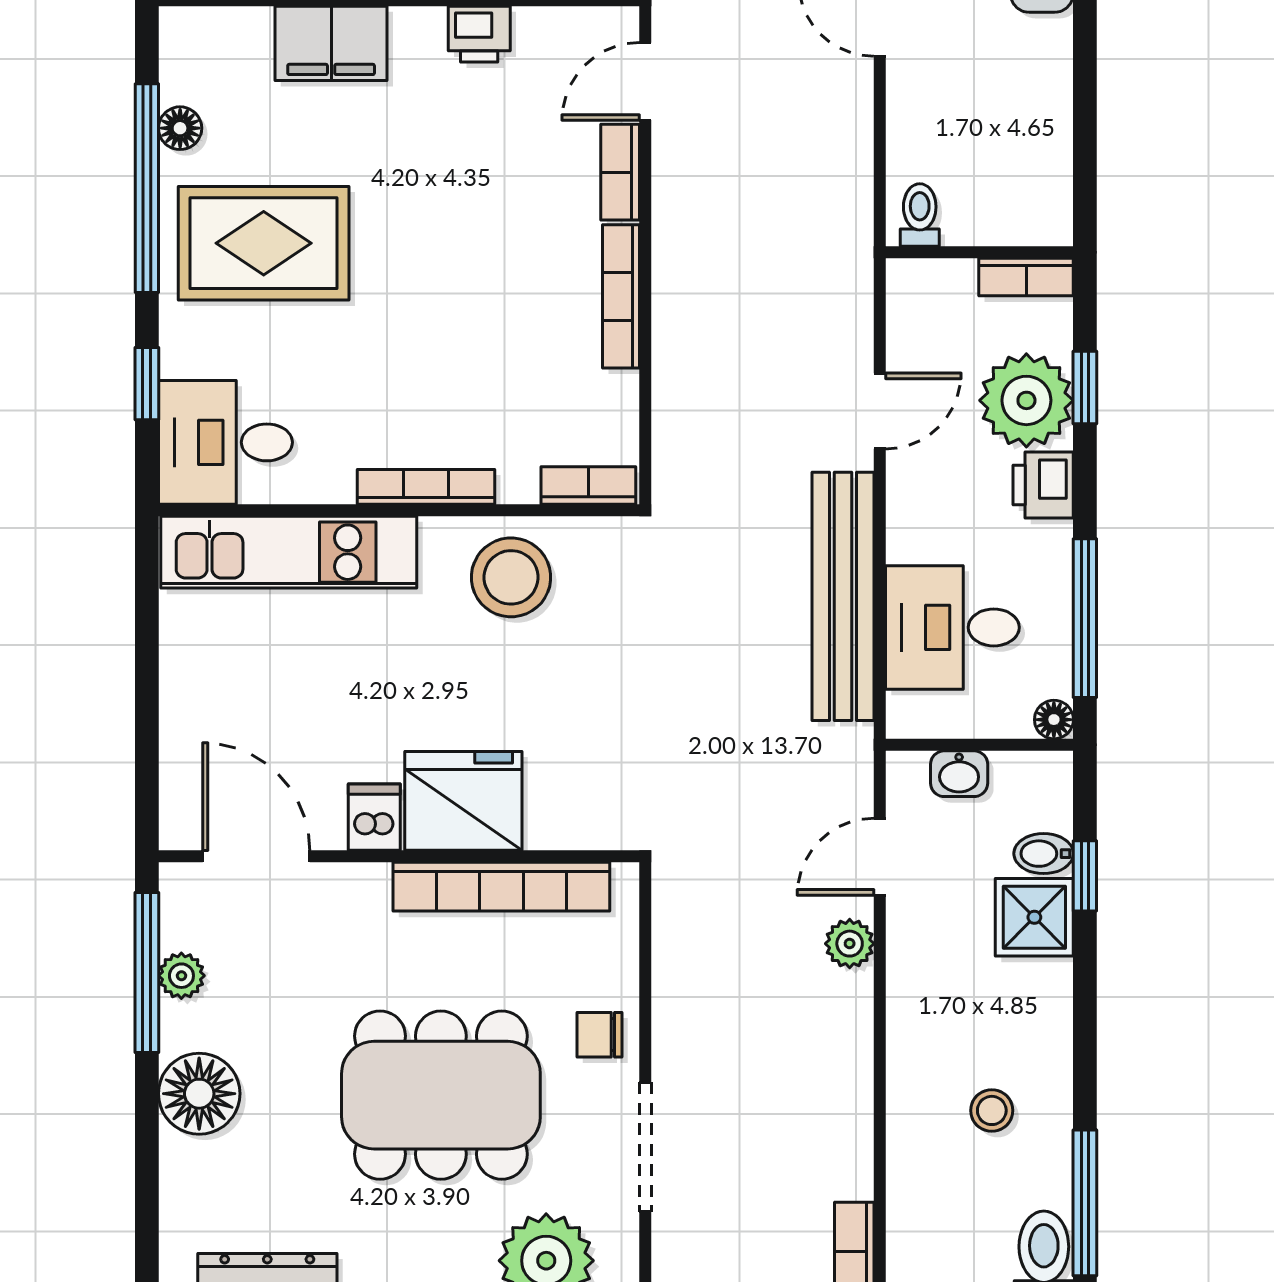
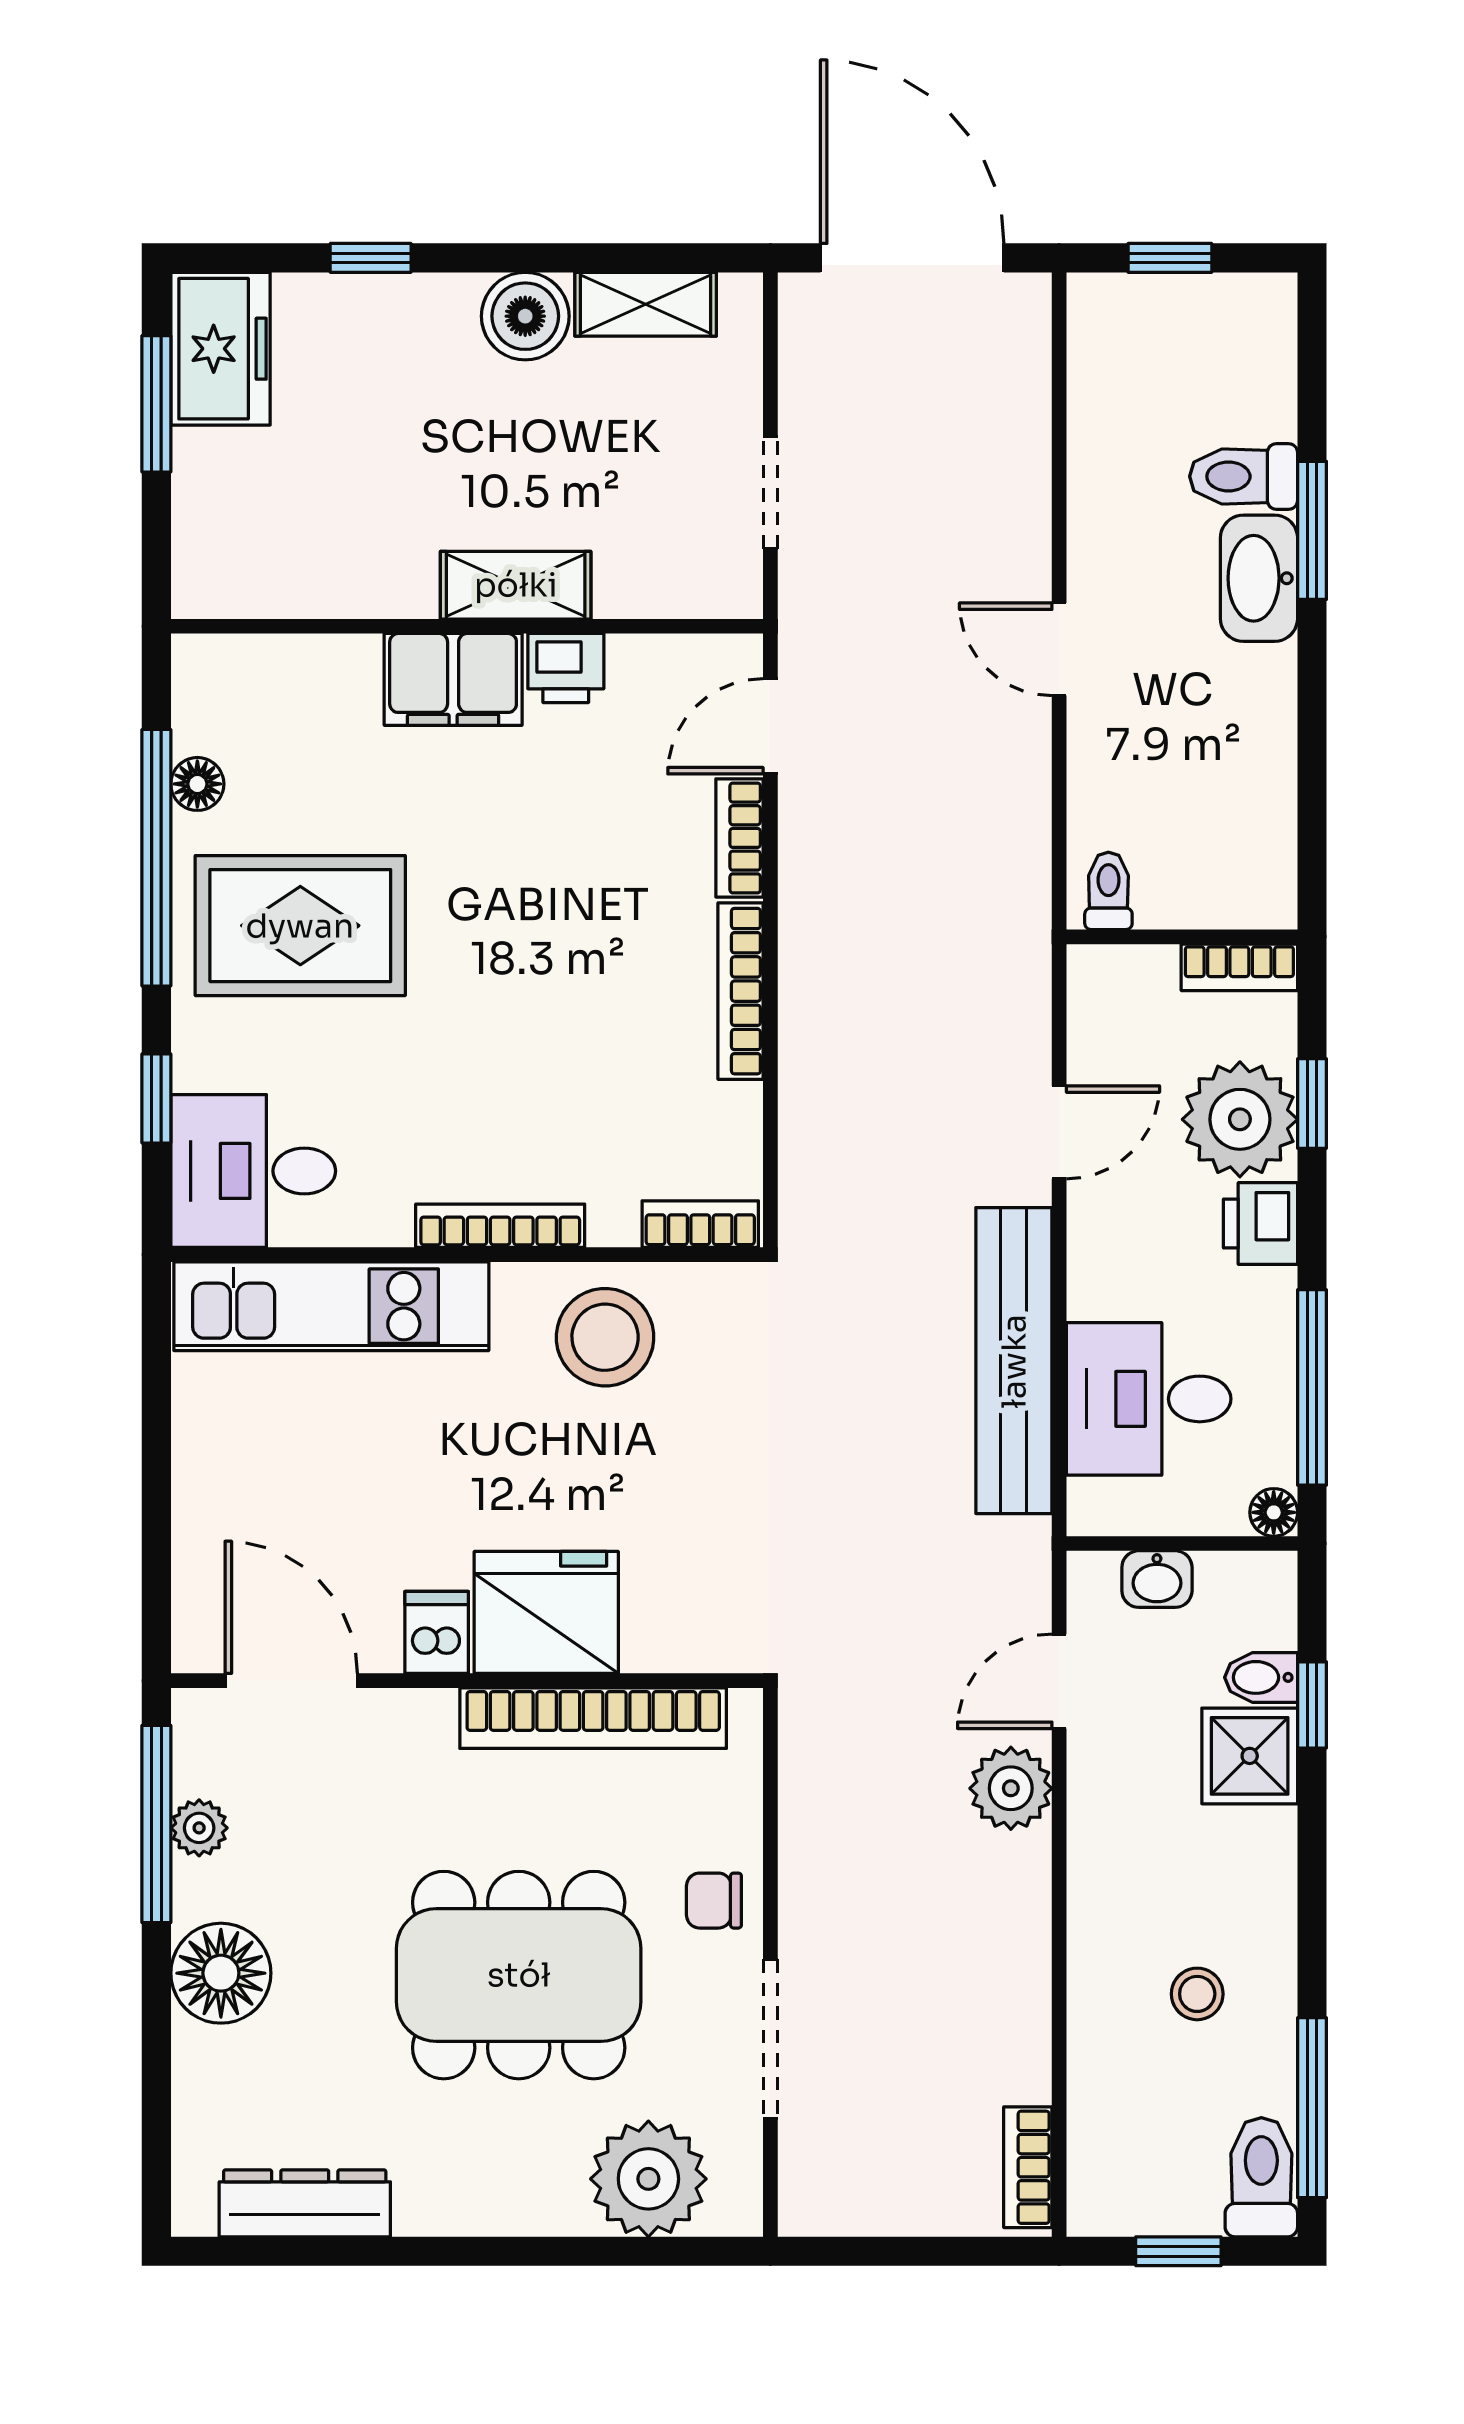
filing cabinet: (331, 43) -> (453, 679), moved
plant: (850, 944) -> (1011, 1788), width x1.38, depth x1.38

